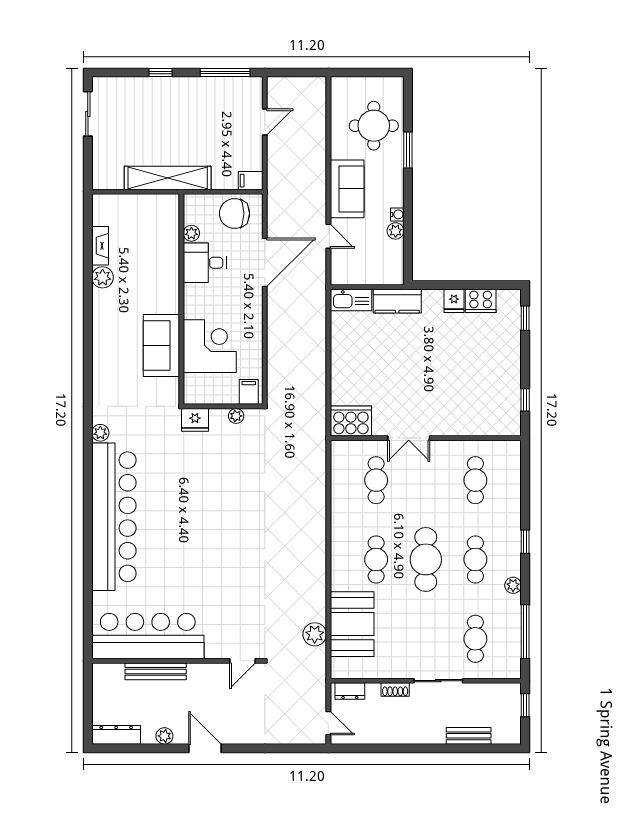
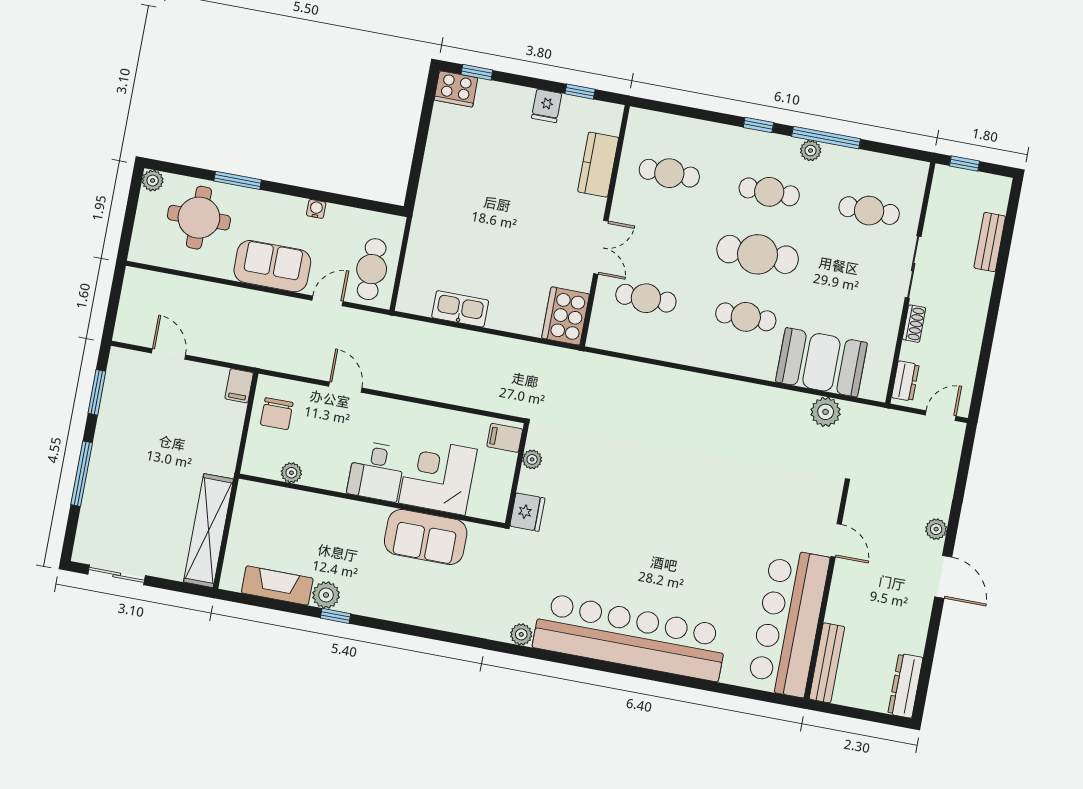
window: (160, 72) -> (82, 474), width x2.17
window: (225, 72) -> (97, 392), width x0.69
shelving: (168, 178) -> (209, 531), moved
chair: (235, 213) -> (277, 414), width x0.73, depth x0.73
plant: (396, 231) -> (153, 181), moved
fireplace: (100, 246) -> (277, 586), width x1.37, depth x1.32
door: (265, 262) -> (345, 387), width x0.53
desk: (205, 263) -> (376, 471), moved
cafe table: (359, 266) -> (372, 269), added
window: (88, 288) -> (336, 616), added
kitchen sink: (351, 300) -> (460, 309), moved, turned -90
kitchen counter: (397, 301) -> (598, 165), moved, turned 180
fridge: (454, 301) -> (547, 106), moved, turned 90
cooker: (481, 301) -> (456, 89), moved, turned 90
window: (525, 632) -> (826, 138), moved
door: (243, 661) -> (836, 540), moved
bench: (156, 671) -> (827, 663), moved
plant: (164, 736) -> (936, 529), moved
door: (205, 748) -> (943, 577), swing flipped

